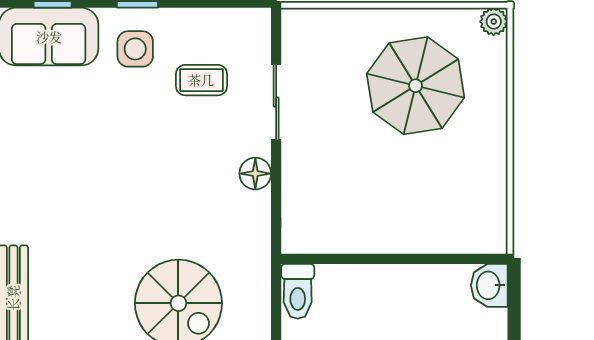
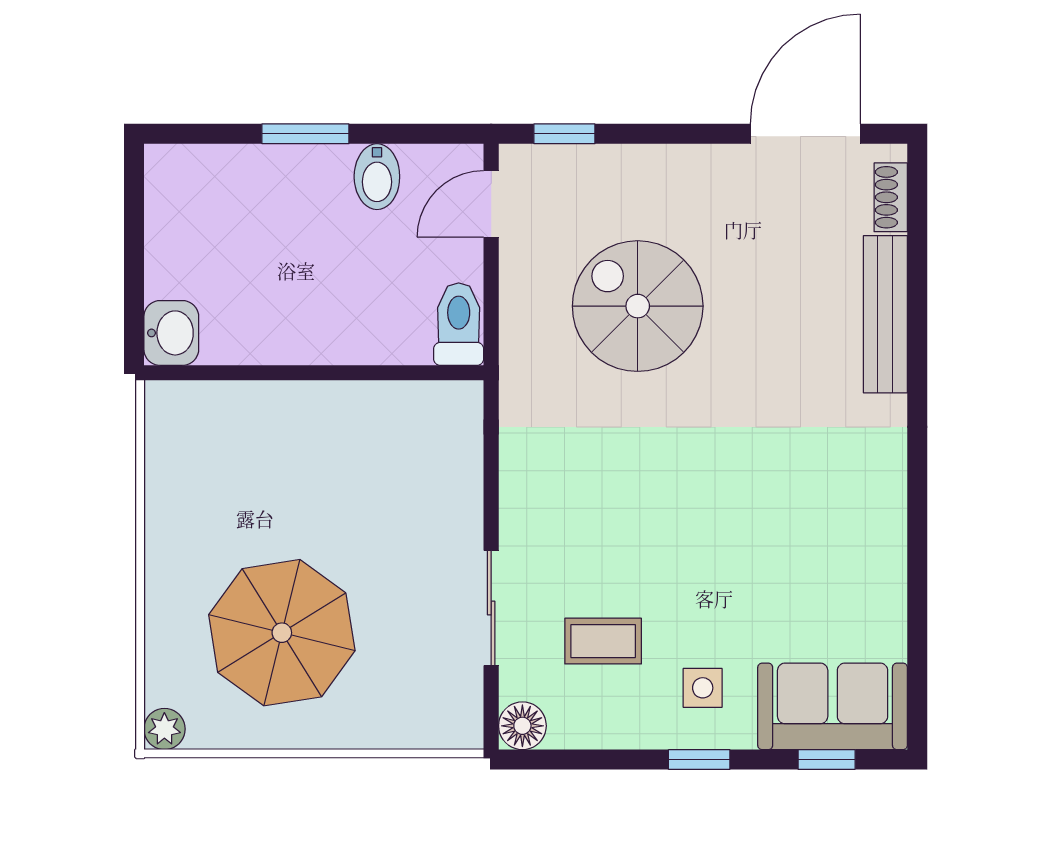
side table: (135, 49) -> (703, 688), width x0.73, depth x0.73
floor lamp: (255, 174) -> (522, 726), moved

